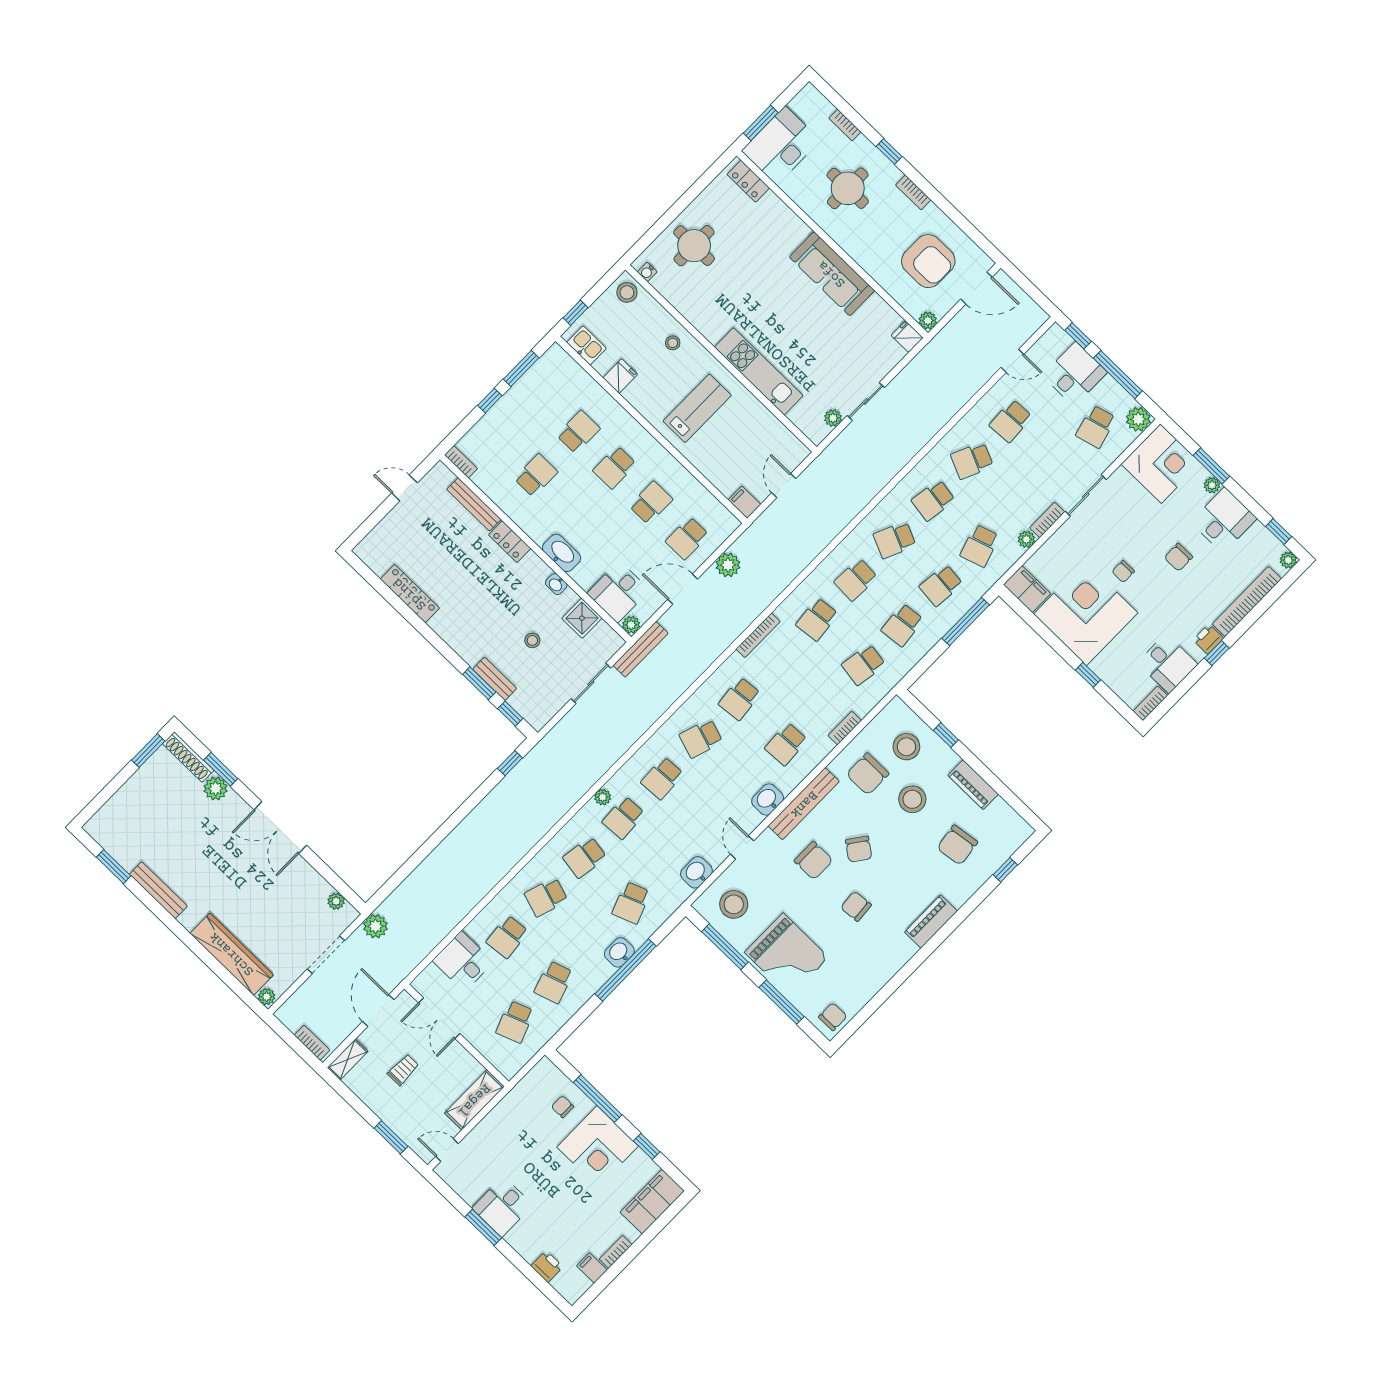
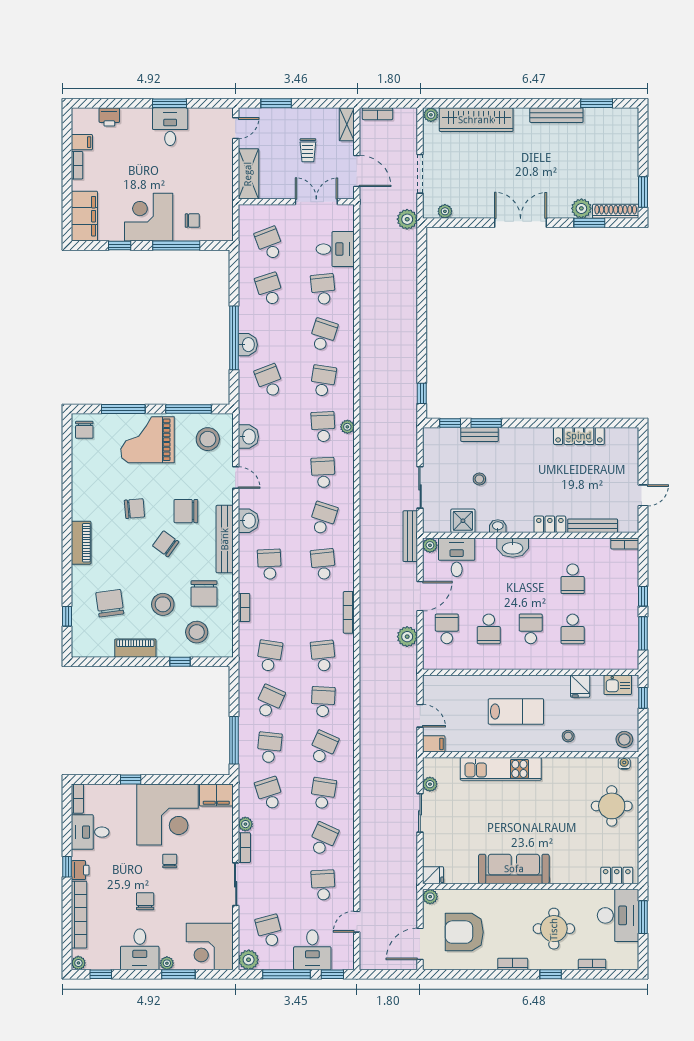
lab bench: (697, 408) -> (516, 711), turned -90
filing cabinet: (744, 502) -> (434, 744), moved
school desk: (902, 625) -> (269, 702), turned 30
chair: (868, 774) -> (204, 594), turned 180

